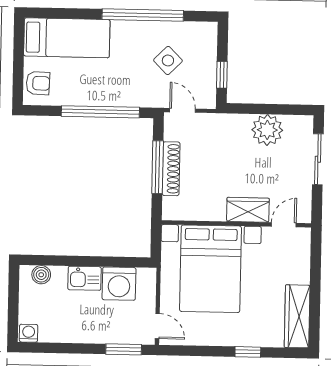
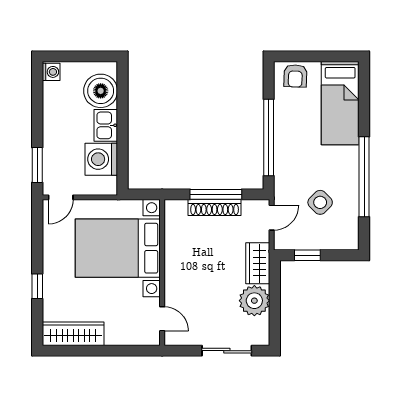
wardrobe: (248, 210) -> (258, 263), moved, turned 180
boiler: (41, 275) -> (101, 91), width x1.86, depth x1.86

